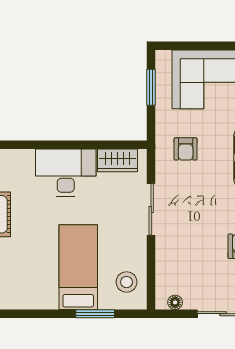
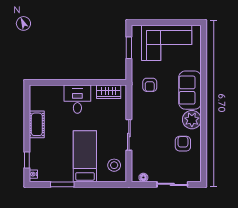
desk: (66, 172) -> (77, 99), width x0.73
sliding door: (151, 209) -> (129, 135), moved
window: (95, 314) -> (62, 184), moved

